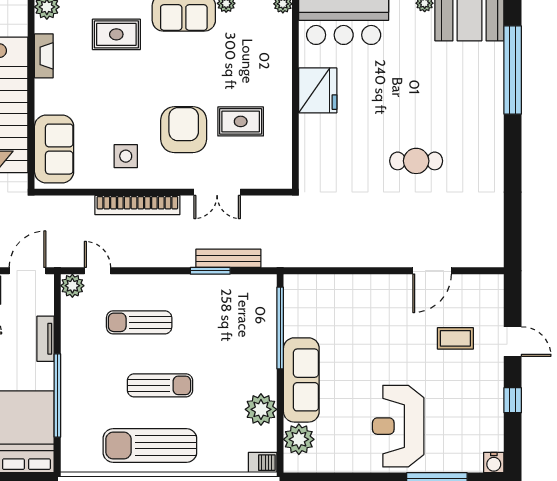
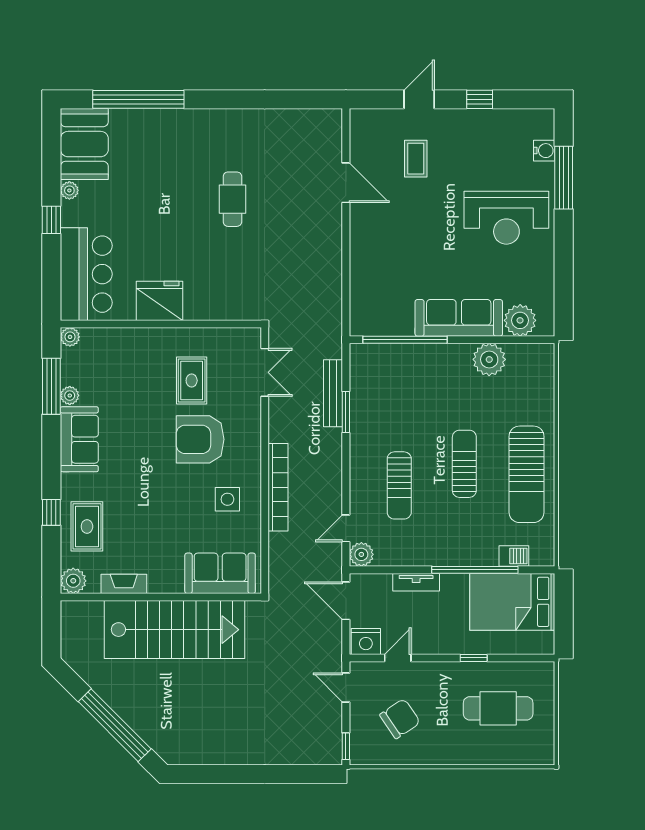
rug: (116, 34) -> (87, 526), moved
double door: (217, 192) -> (265, 372), moved
barbecue: (263, 463) -> (514, 556), moved, turned 90
water cooler: (494, 463) -> (544, 151), moved

